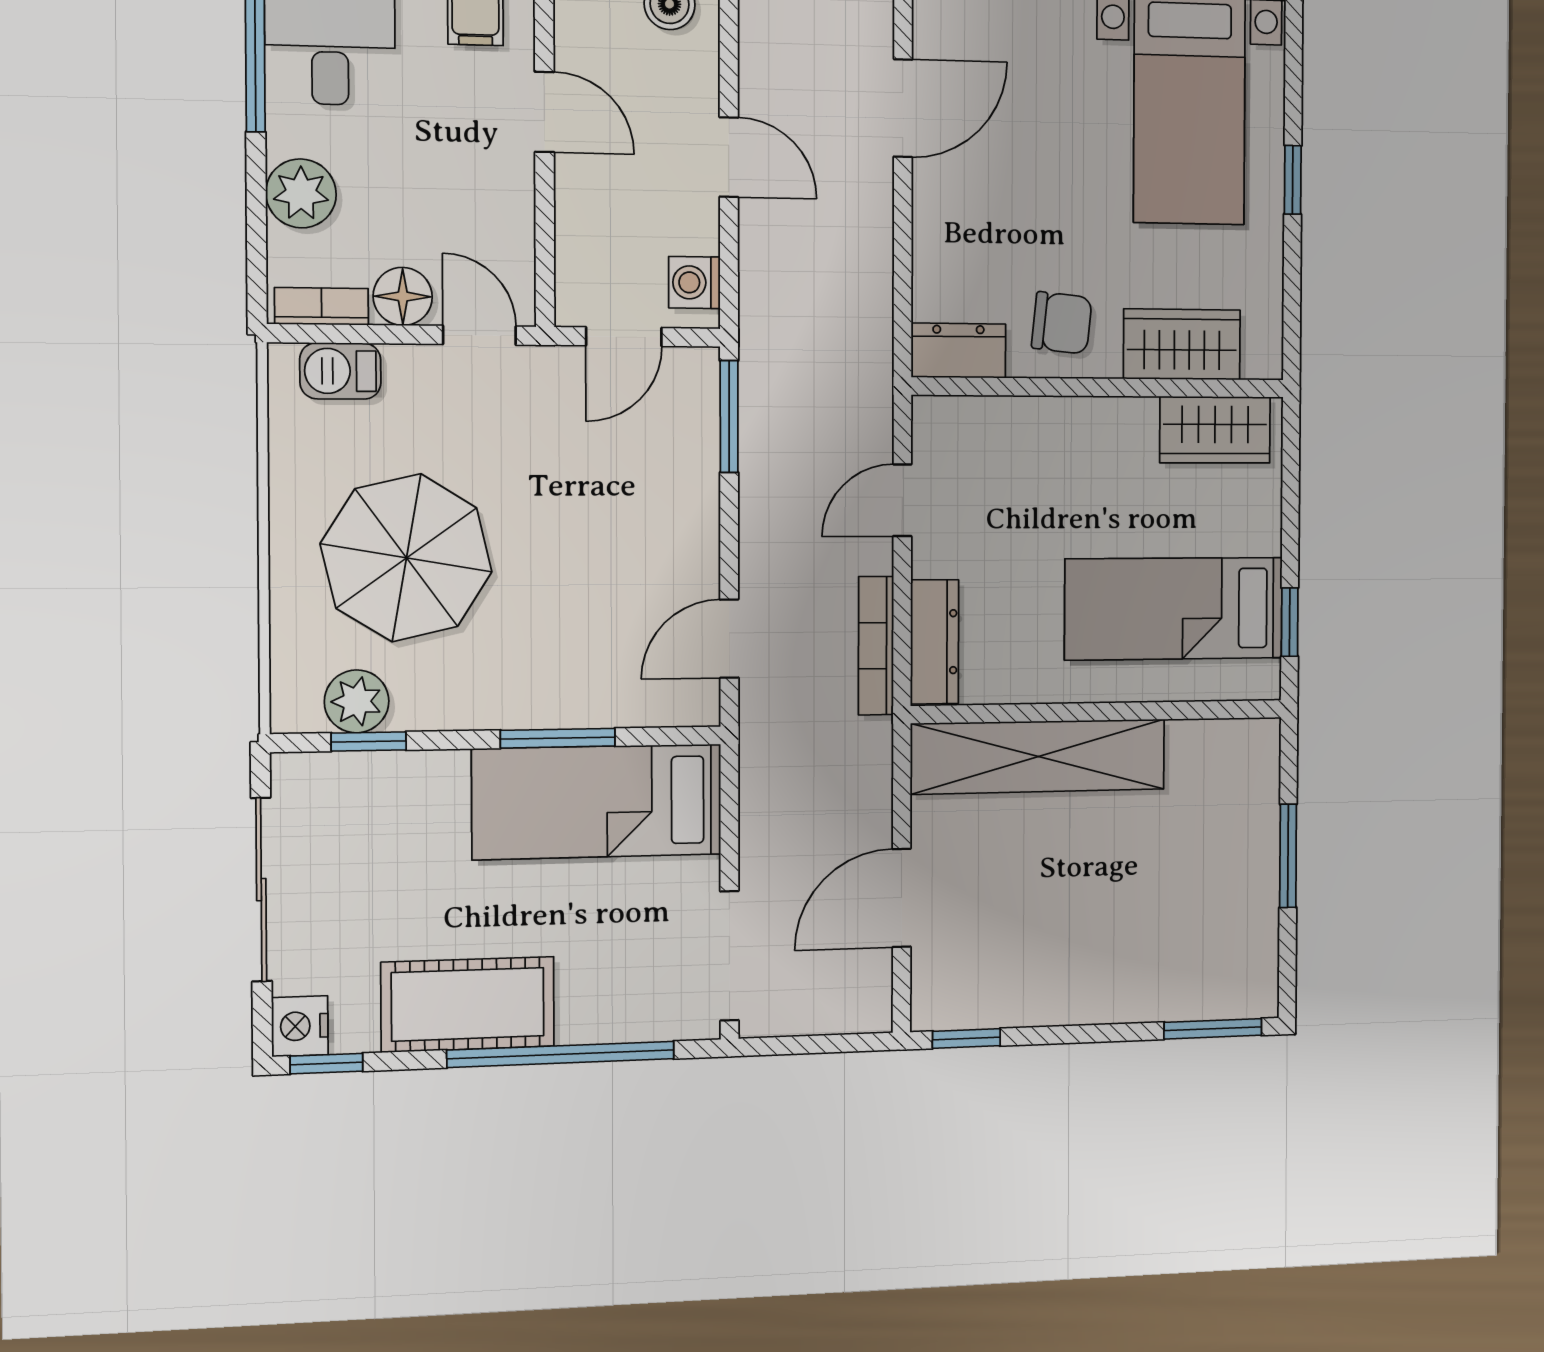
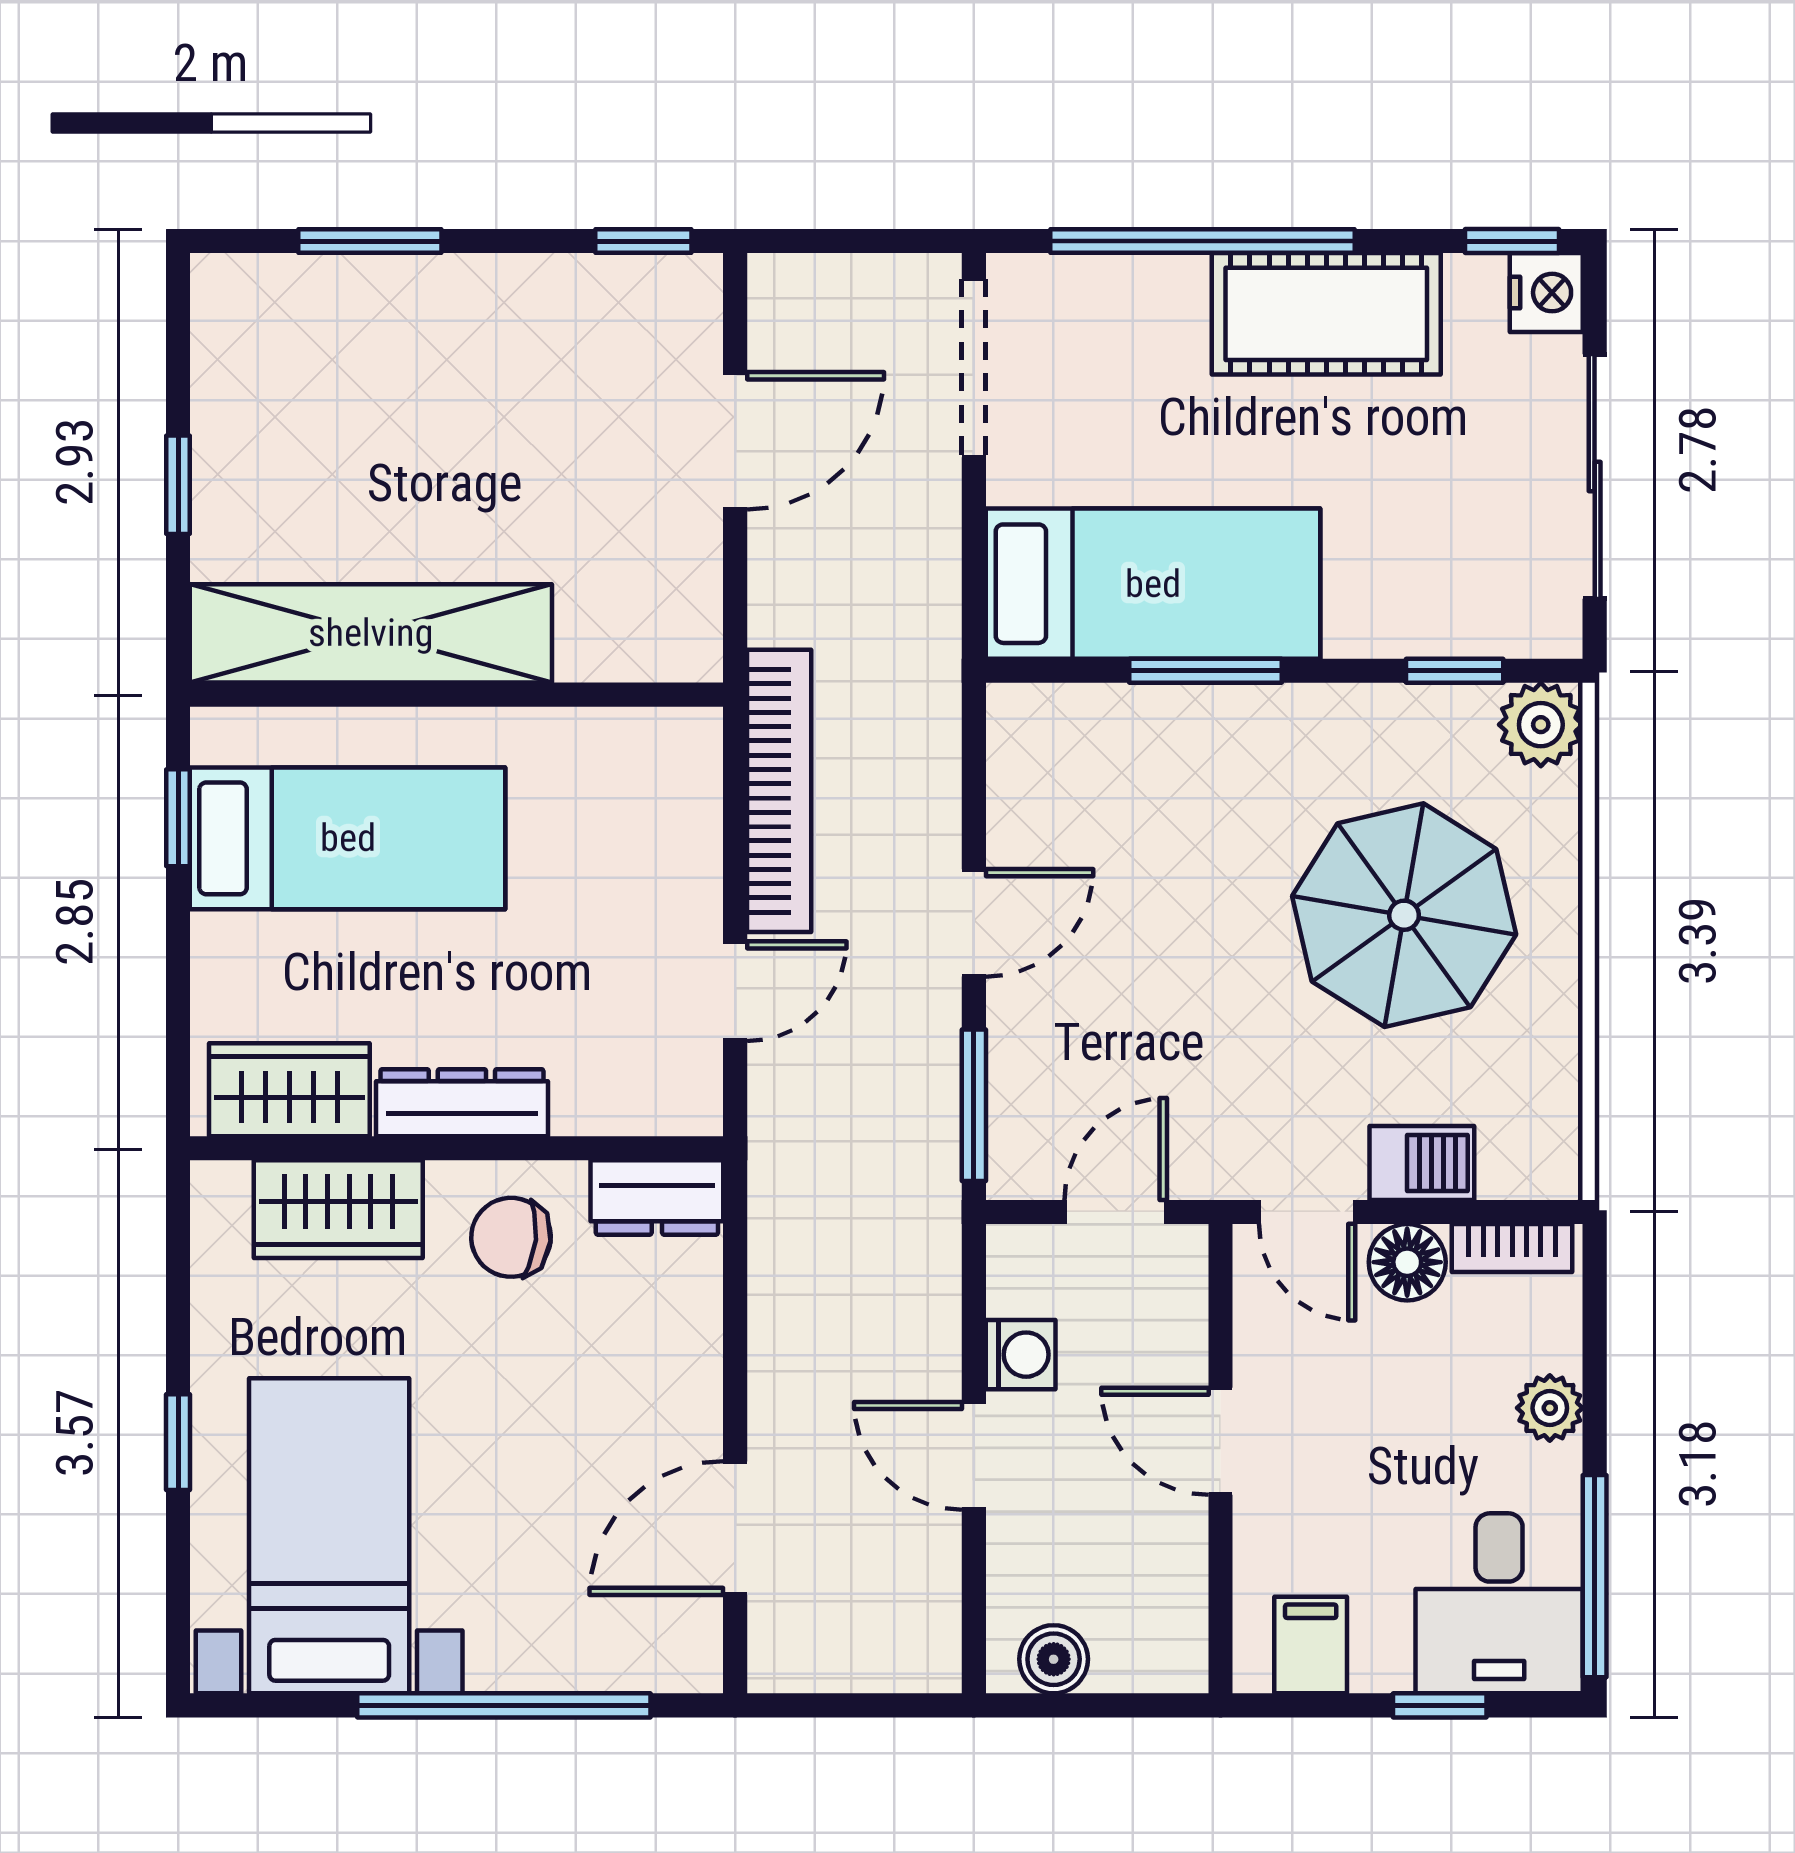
door: (544, 112) -> (1221, 1441), moved
plant: (301, 193) -> (1550, 1408), width x0.73, depth x0.73
washing machine: (694, 282) -> (1021, 1355), moved
barbecue: (340, 371) -> (1422, 1163), moved
door: (729, 639) -> (974, 923), moved
dresser: (935, 642) -> (462, 1103), moved, turned 90
bookcase: (876, 646) -> (779, 791), width x1.48, depth x1.31
plant: (357, 701) -> (1541, 725), moved
shelving: (1038, 757) -> (371, 633), moved
window: (1288, 856) -> (178, 485), width x0.67
window: (1213, 1029) -> (370, 241), moved

